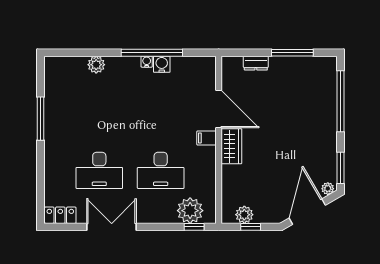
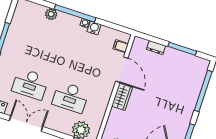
window: (152, 53) -> (75, 13), moved
filing cabinet: (207, 138) -> (121, 46), moved

